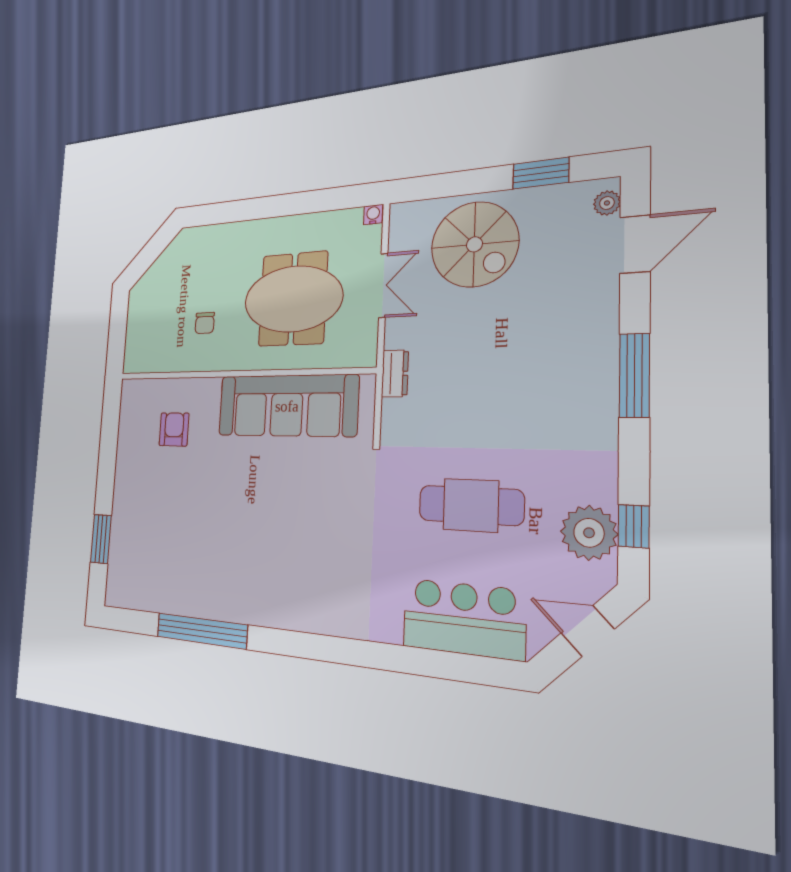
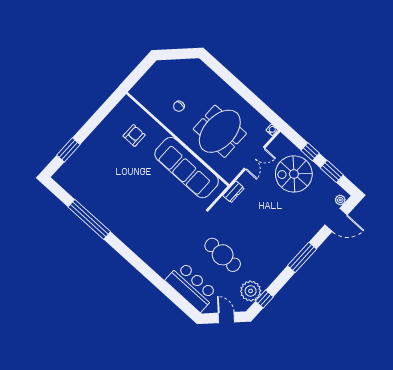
window: (470, 182) -> (310, 152), added
spiral stairs: (474, 244) -> (294, 174), turned 90
meeting table: (293, 299) -> (220, 131), turned 90

